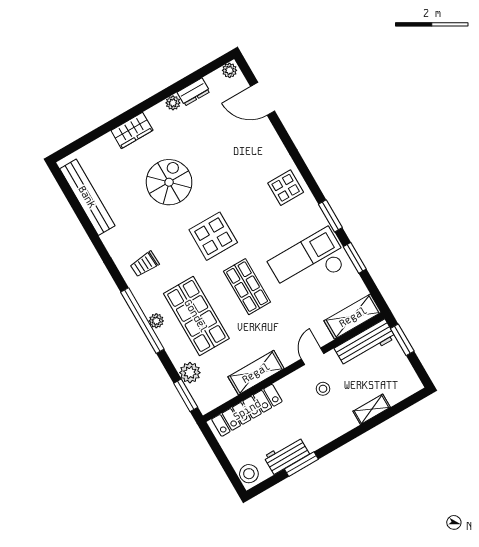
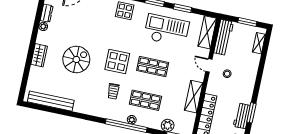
spiral stairs: (169, 182) -> (76, 59), turned 90
checkout: (309, 263) -> (166, 30), turned 90
trolley: (145, 264) -> (113, 91), moved
shop shelf: (196, 316) -> (145, 100), width x0.70, depth x0.74
window: (402, 340) -> (247, 22), moved
shelving: (372, 409) -> (259, 43), moved

